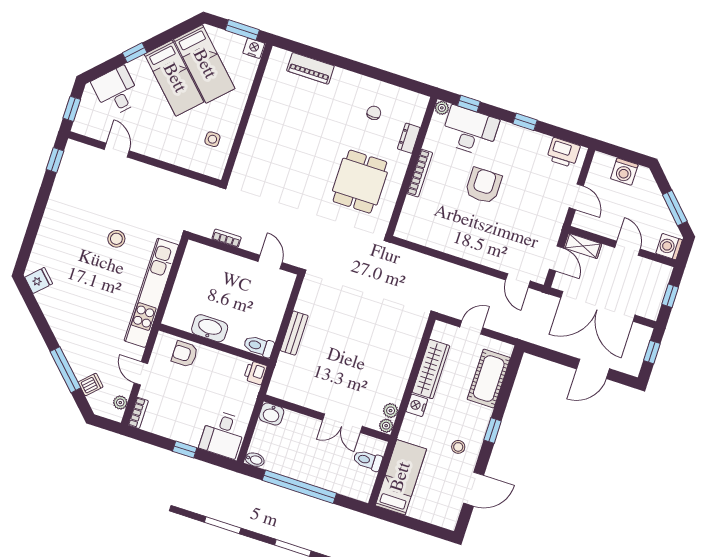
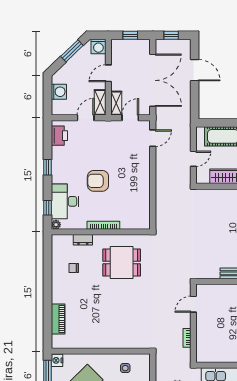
shelving: (591, 224) -> (100, 102), added
door: (471, 327) -> (193, 159), swing flipped

